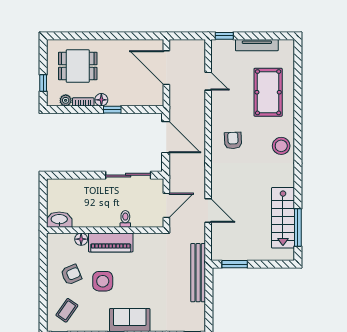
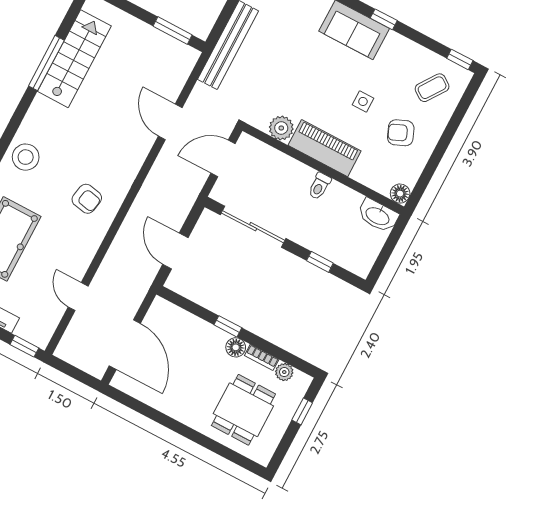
dining table: (78, 66) -> (243, 410), turned 90
door: (166, 137) -> (175, 251), width x0.73
armchair: (233, 140) -> (87, 199), turned -77
window: (79, 175) -> (320, 262), added
toilet: (125, 219) -> (319, 186), moved
window: (298, 228) -> (46, 63), moved
floor lamp: (81, 239) -> (400, 194), moved
plant: (142, 241) -> (281, 128), added
side table: (103, 281) -> (363, 101), width x0.54, depth x0.54

